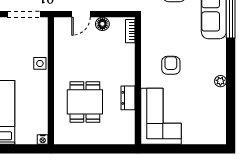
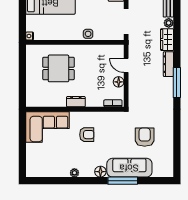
floor lamp: (219, 47) -> (100, 172), added
dresser: (128, 98) -> (76, 102), moved

